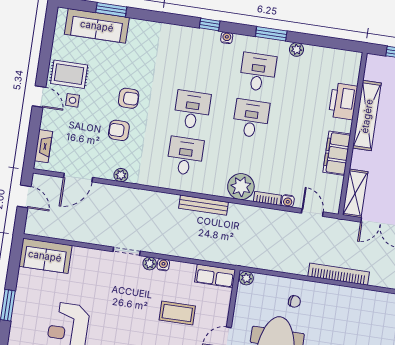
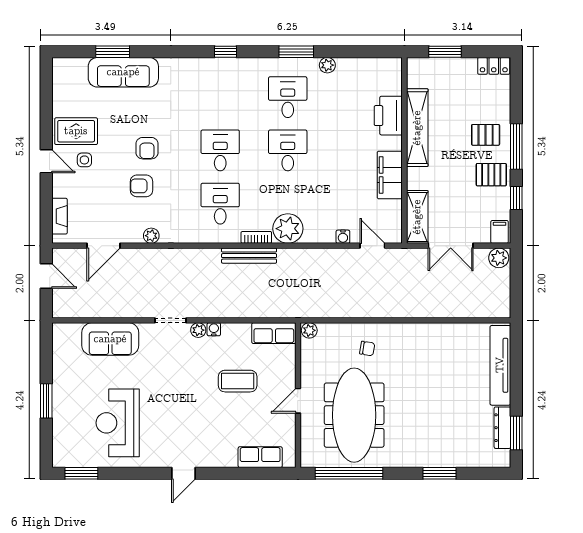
sofa: (97, 26) -> (123, 72), moved
water cooler: (227, 38) -> (247, 64), removed
armchair: (129, 98) -> (147, 148), turned 90
bookcase: (267, 198) -> (256, 237), moved
sofa: (45, 256) -> (110, 339), moved
bookcase: (339, 274) -> (412, 310), removed

